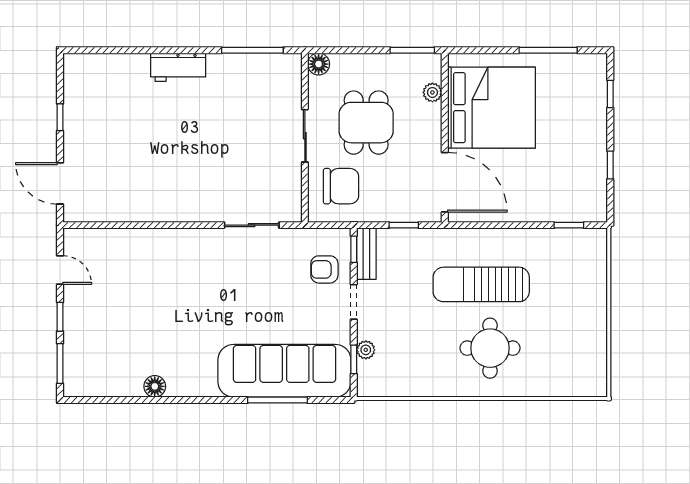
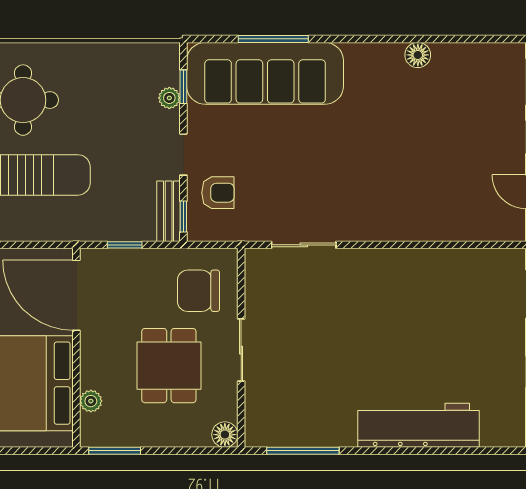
workbench: (178, 67) -> (418, 425), width x1.88, depth x1.32

